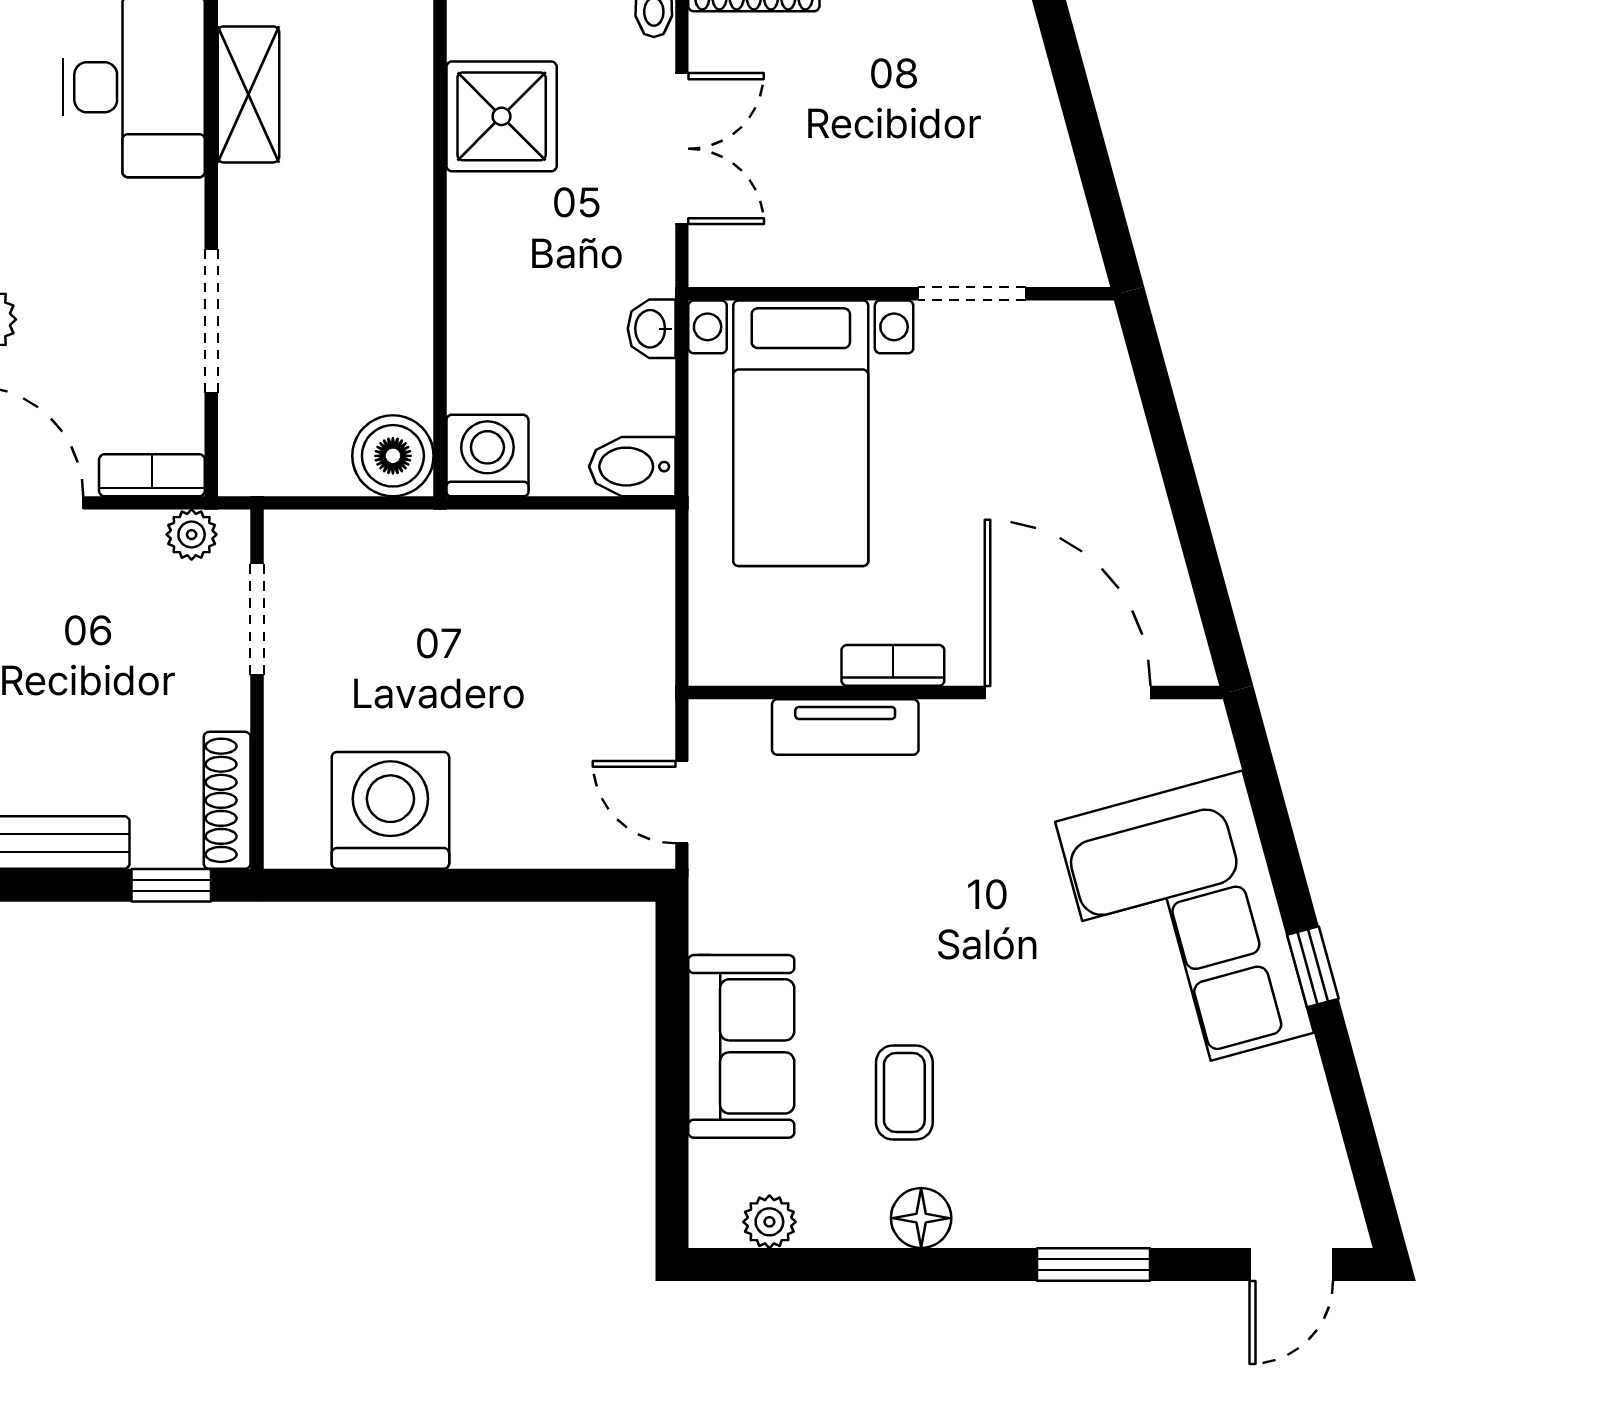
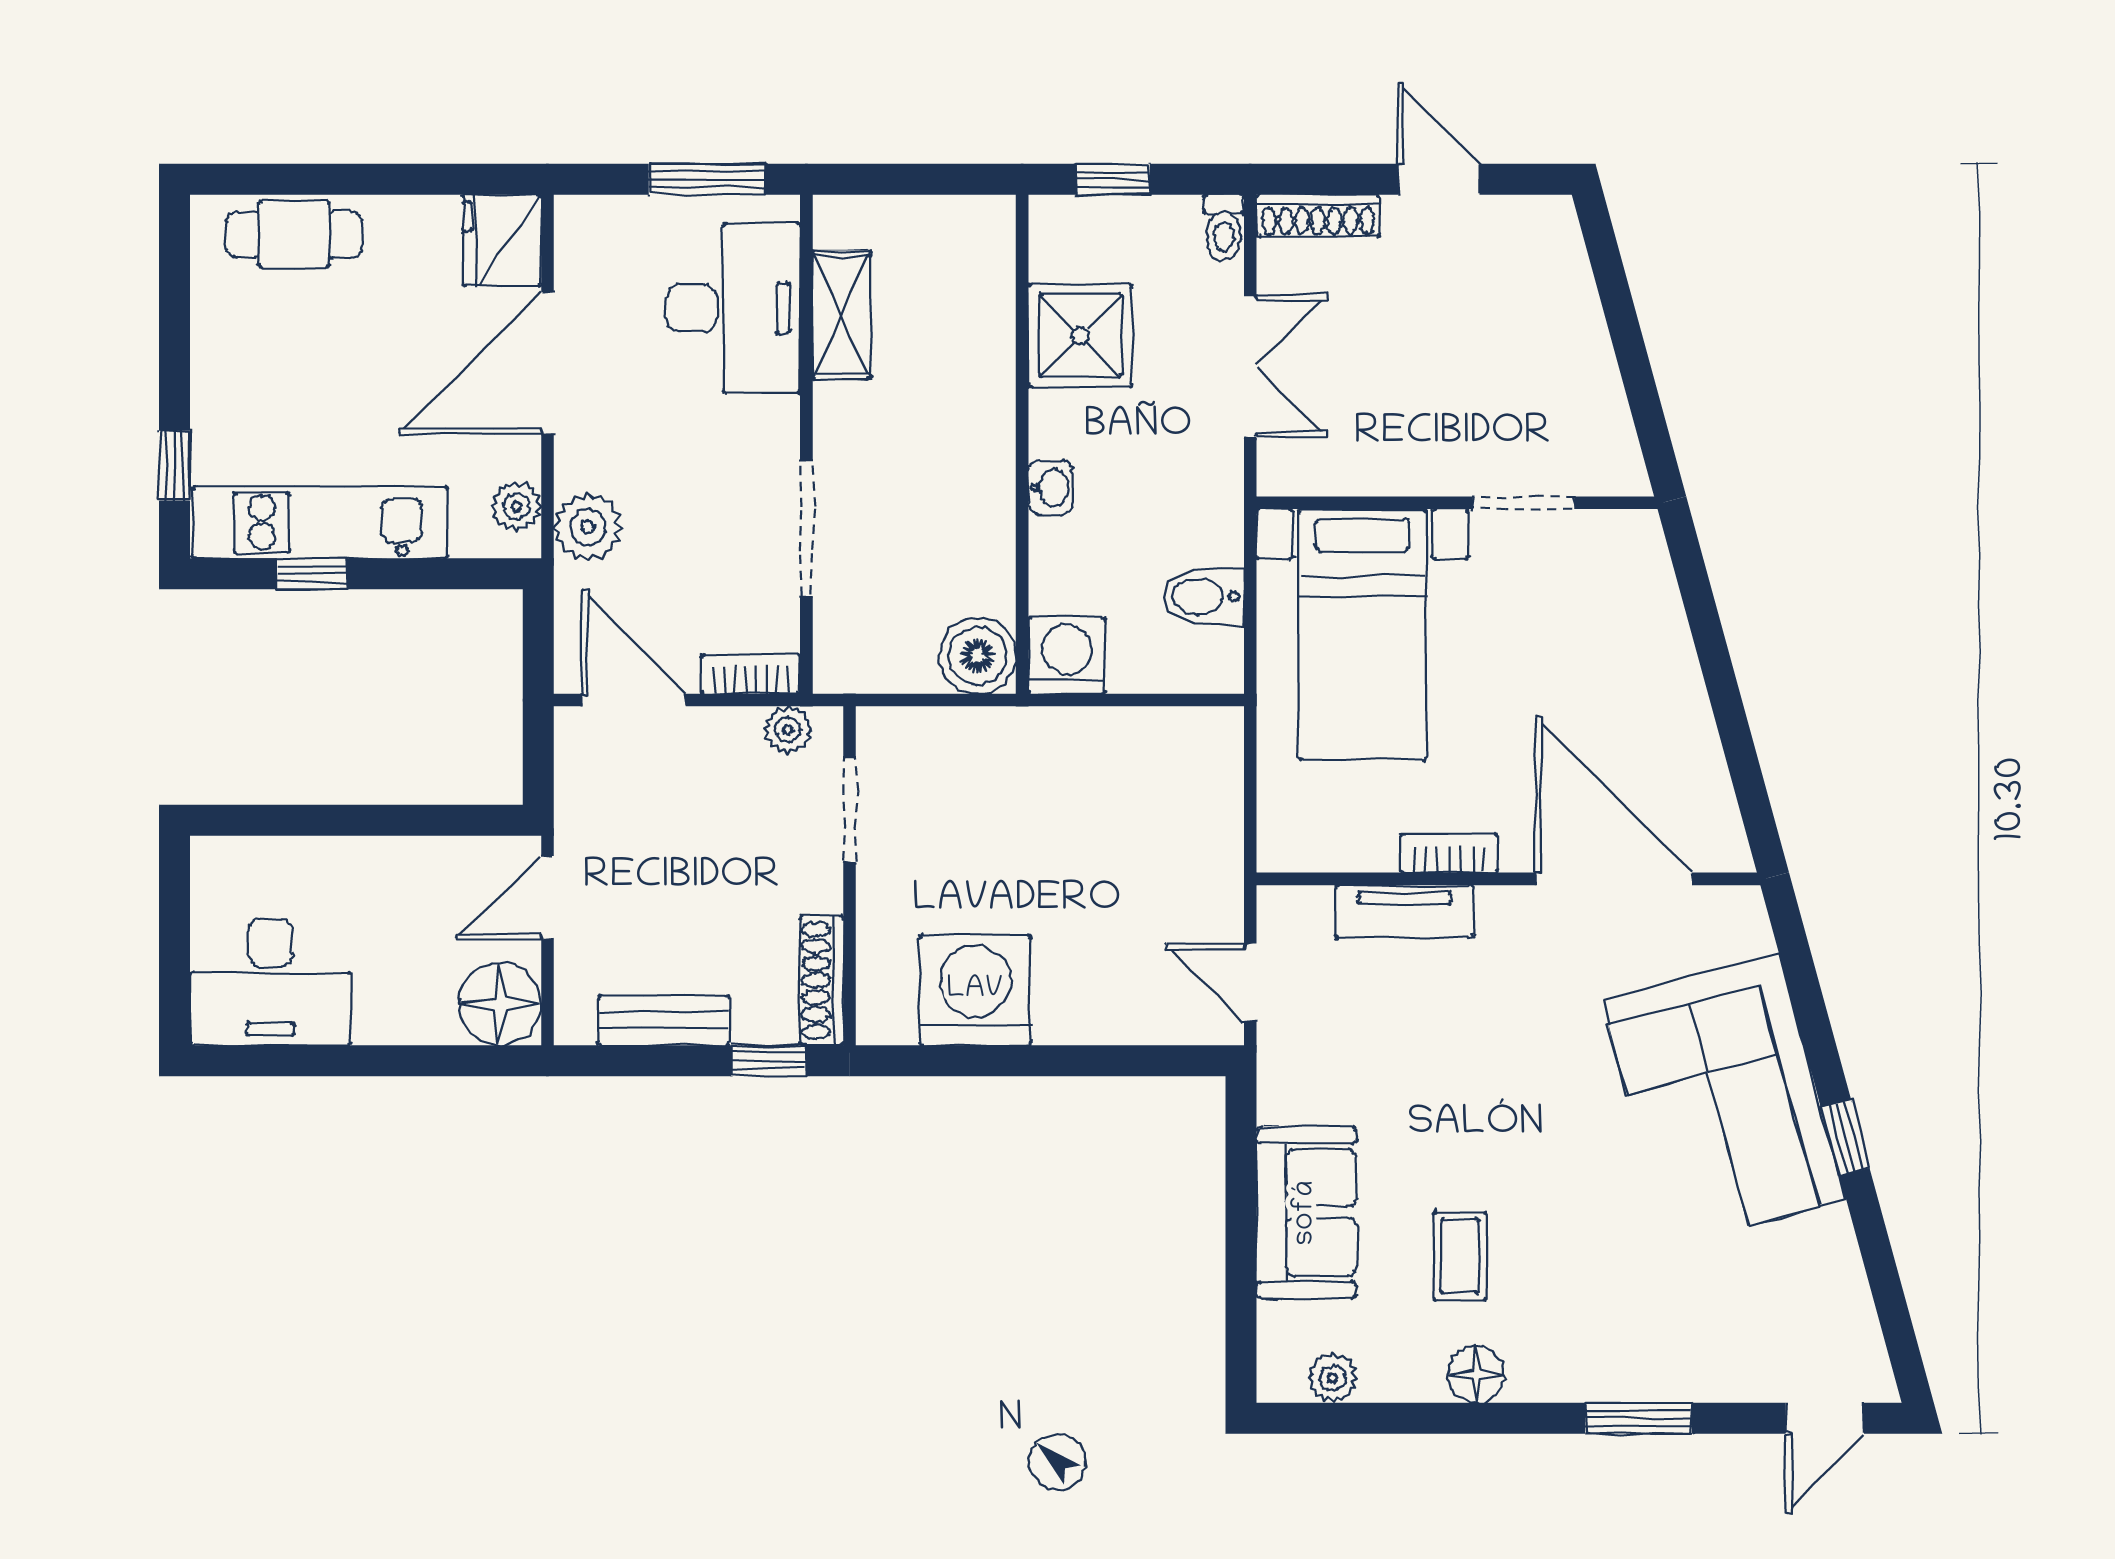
washbasin: (652, 329) -> (1051, 488), moved, turned 180
bidet: (632, 467) -> (1203, 597), moved

